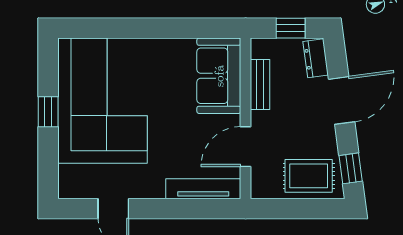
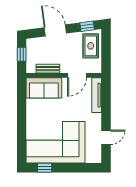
dresser: (316, 58) -> (36, 43), removed
window: (48, 112) -> (45, 168), moved
door: (246, 147) -> (77, 75), hinge flipped

